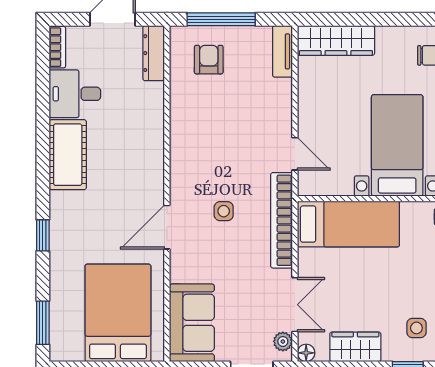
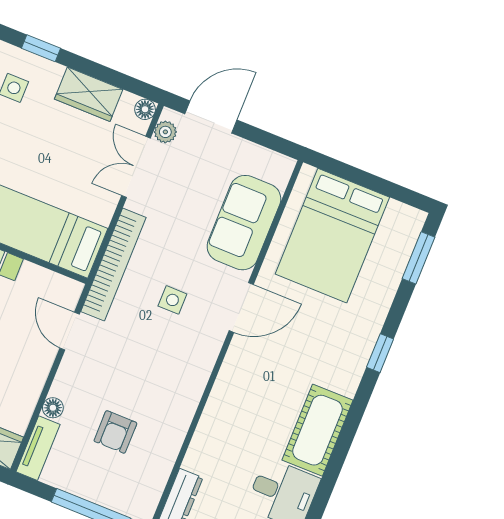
armchair: (209, 60) -> (115, 432), moved
floor lamp: (284, 88) -> (53, 408), added
sofa: (192, 323) -> (244, 223), moved

